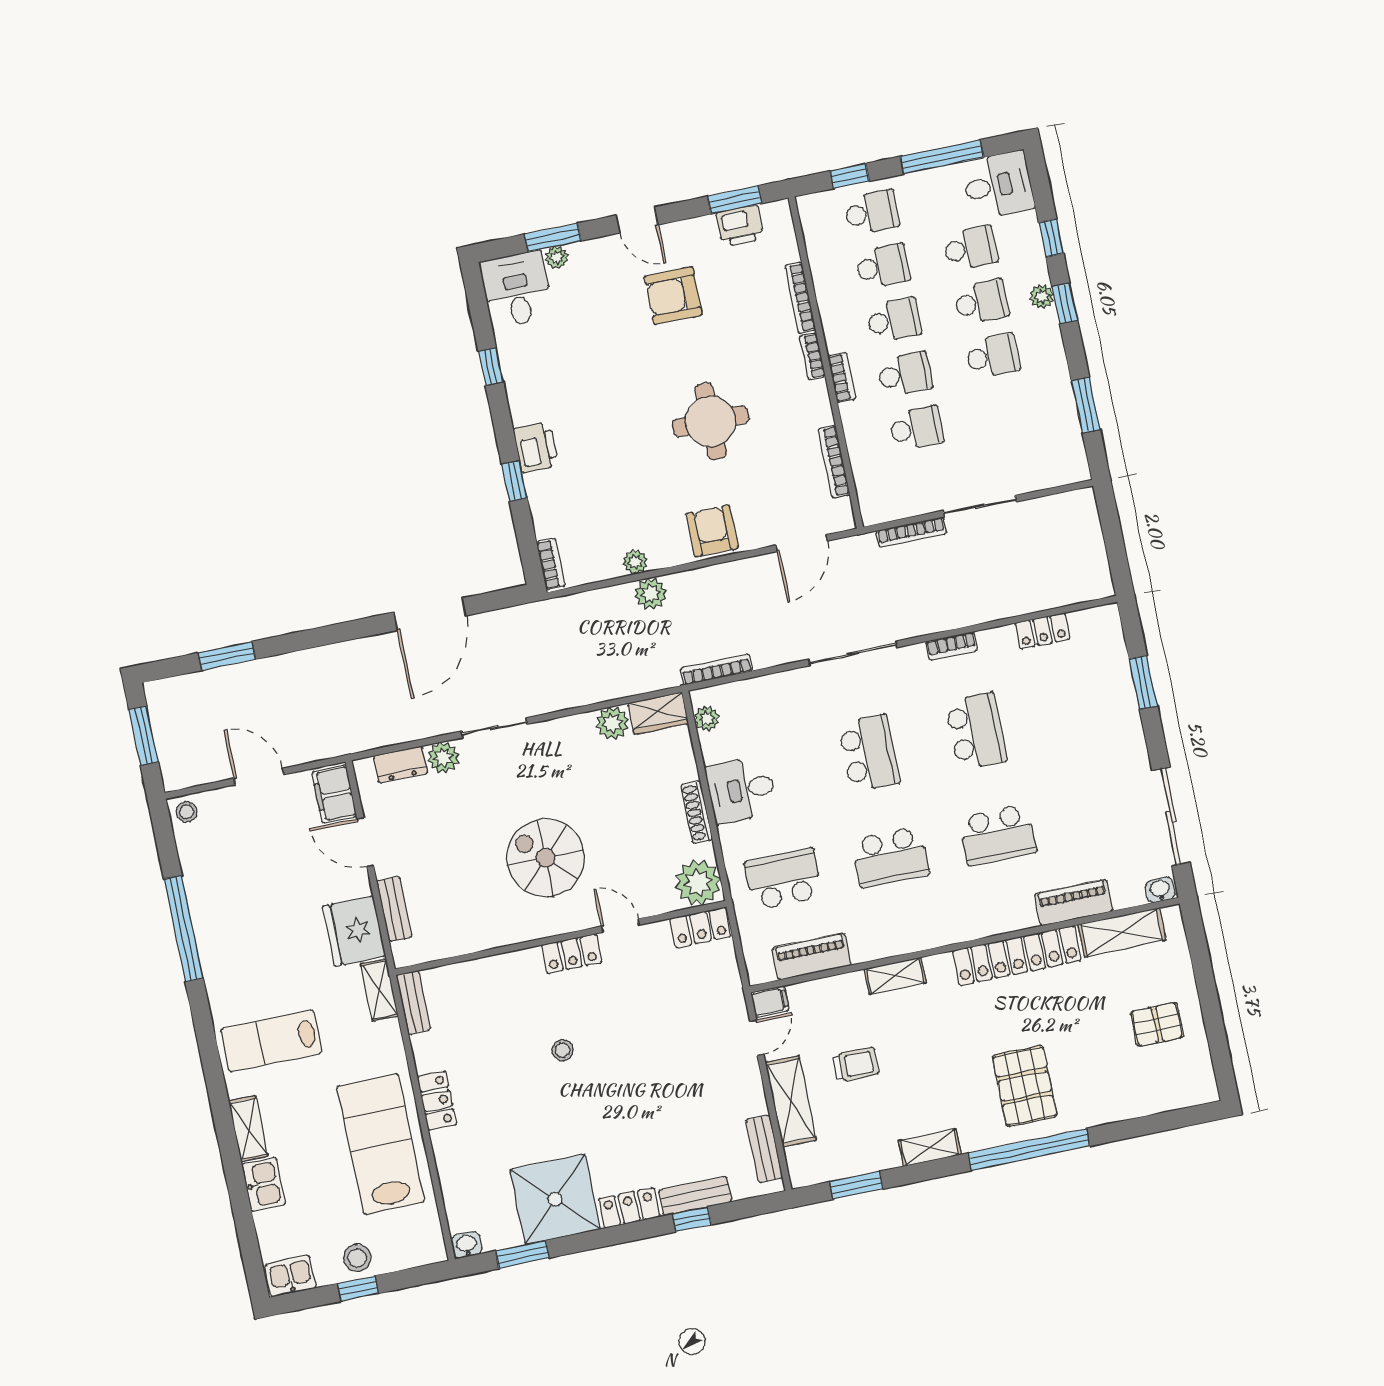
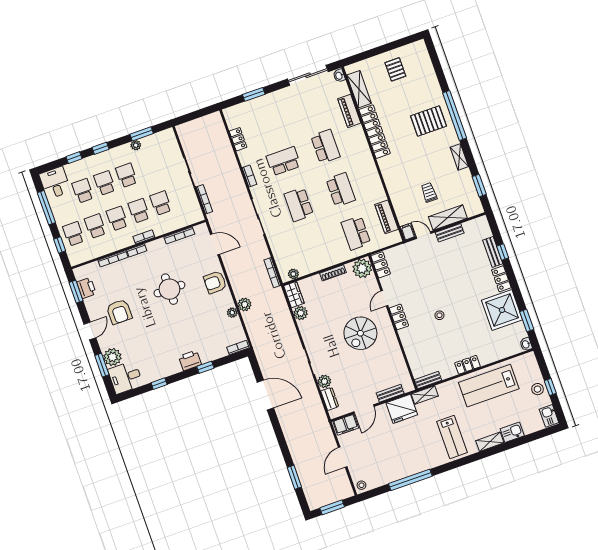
plant: (557, 257) -> (112, 357), width x1.88, depth x1.88
plant: (1042, 296) -> (136, 145), moved
school desk: (869, 753) -> (299, 204), turned -90
desk: (741, 790) -> (321, 256), removed
shelving: (895, 976) -> (390, 181), removed
bench: (764, 1149) -> (450, 233), moved

